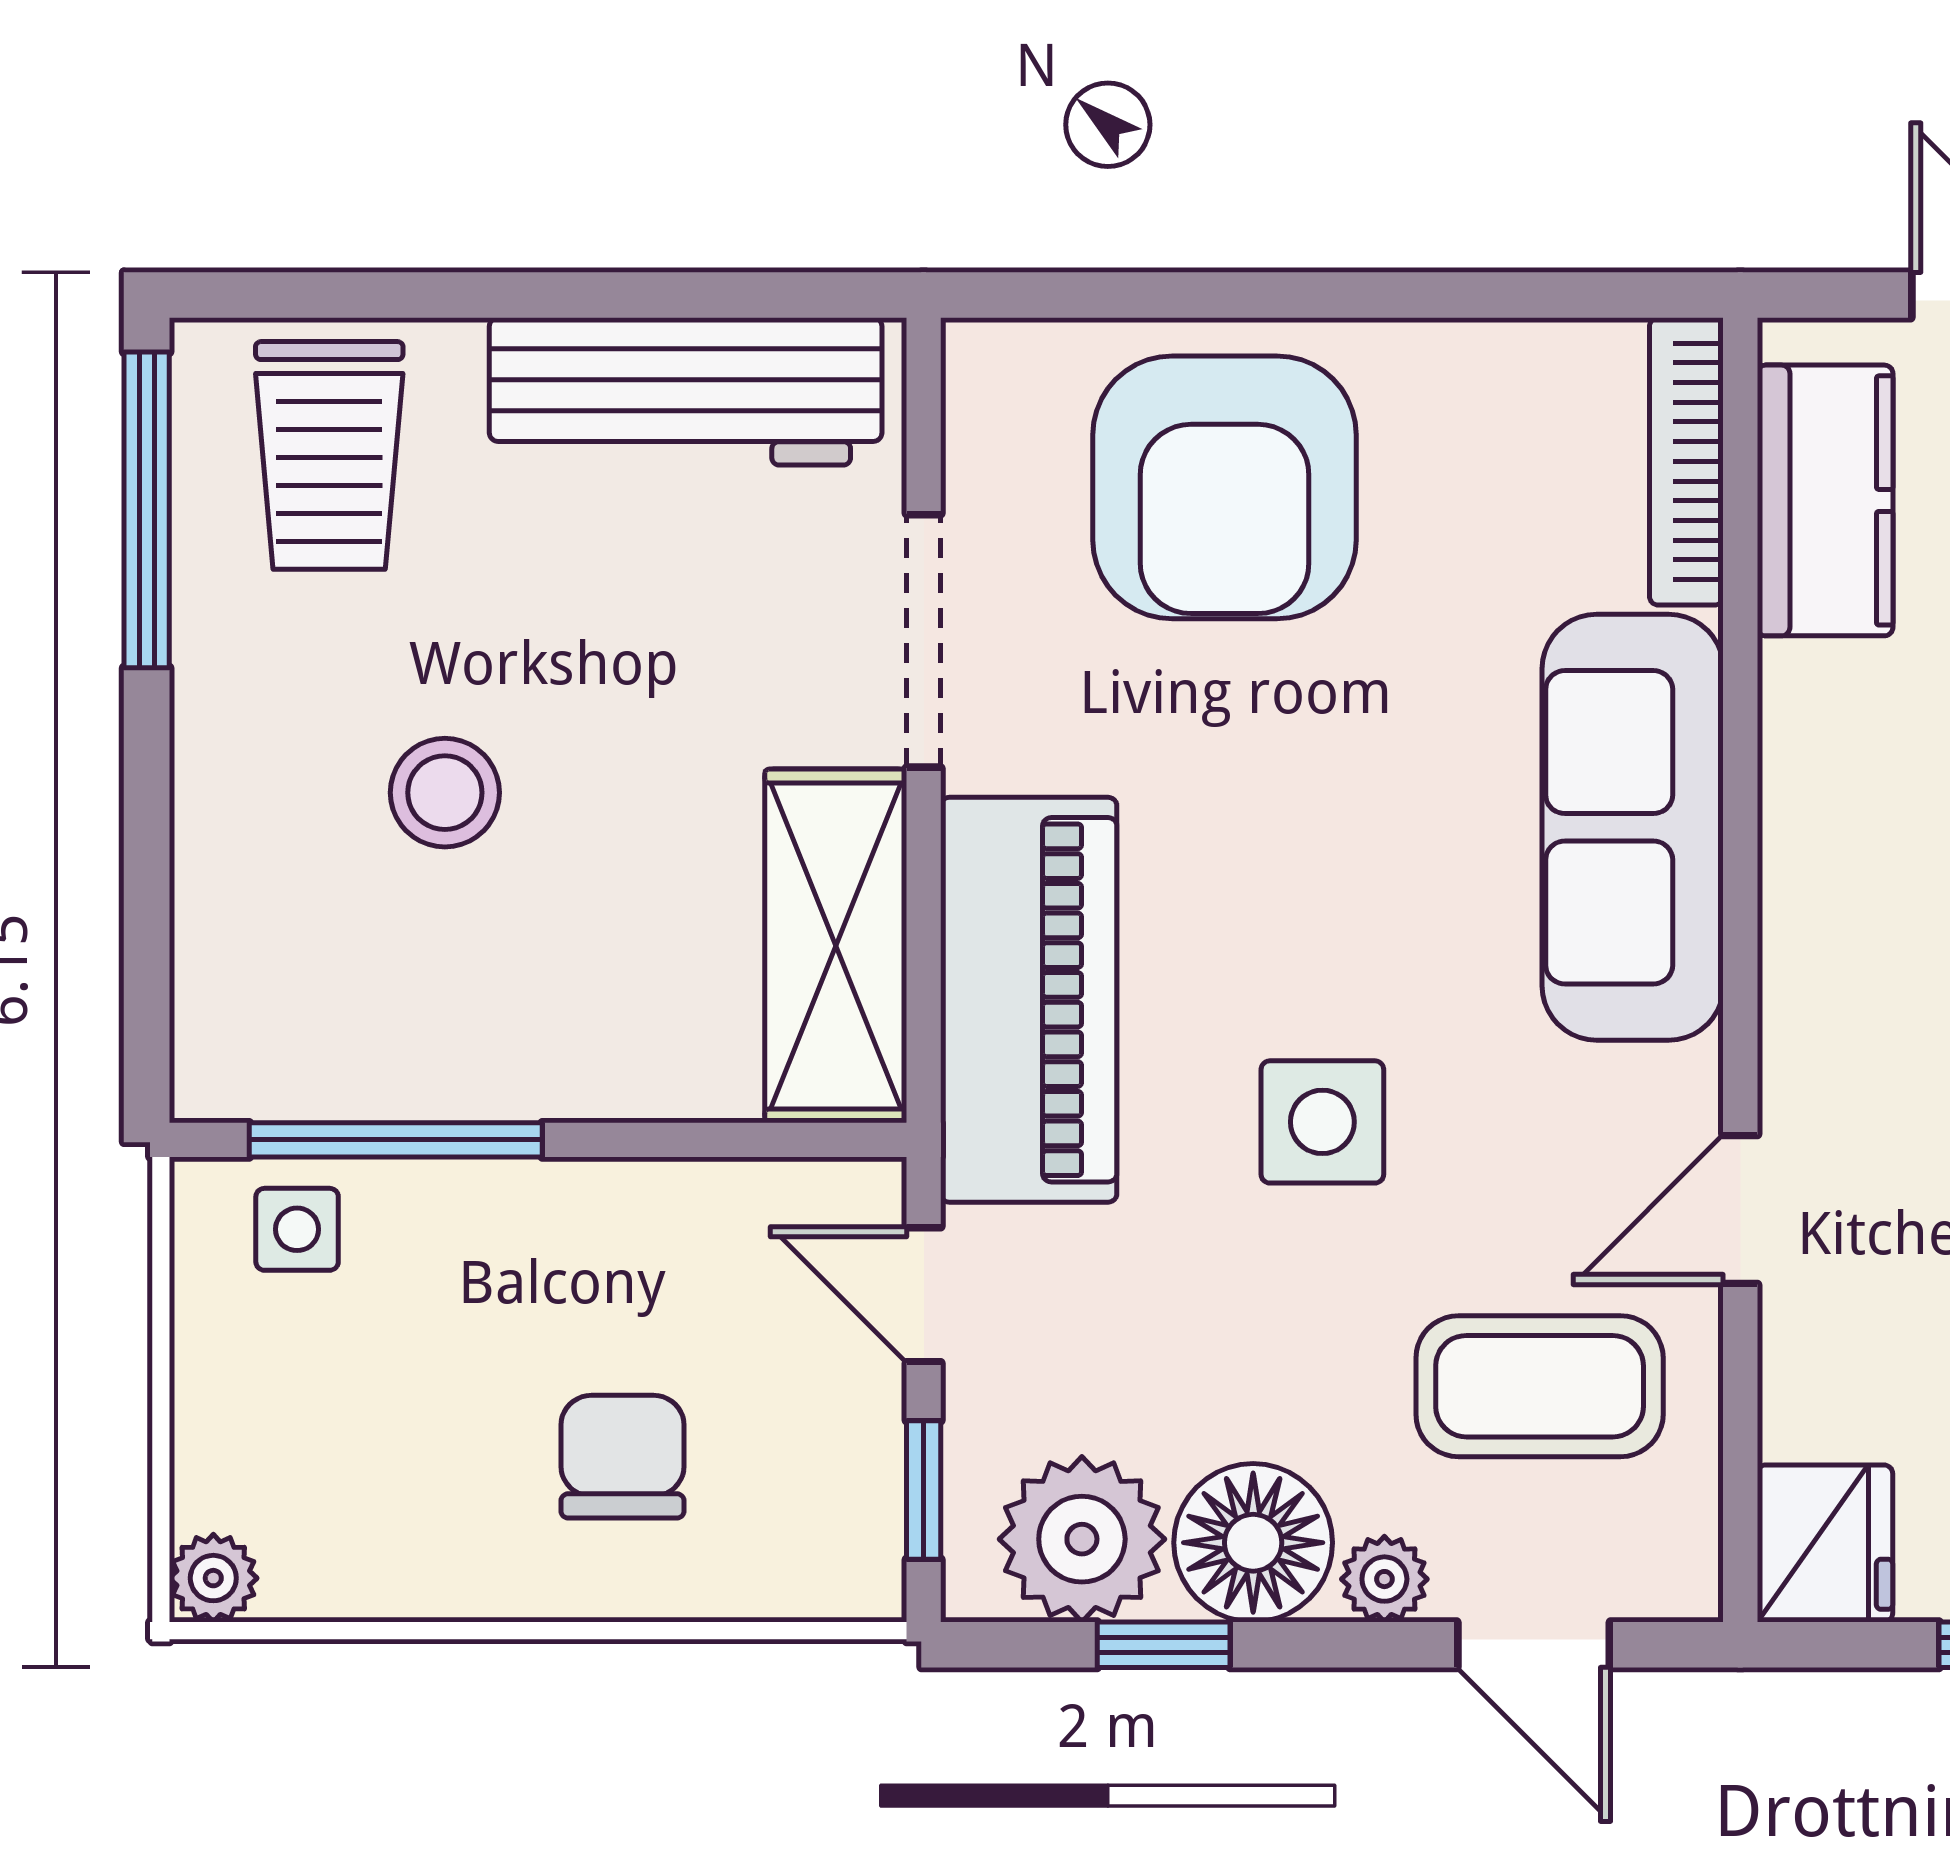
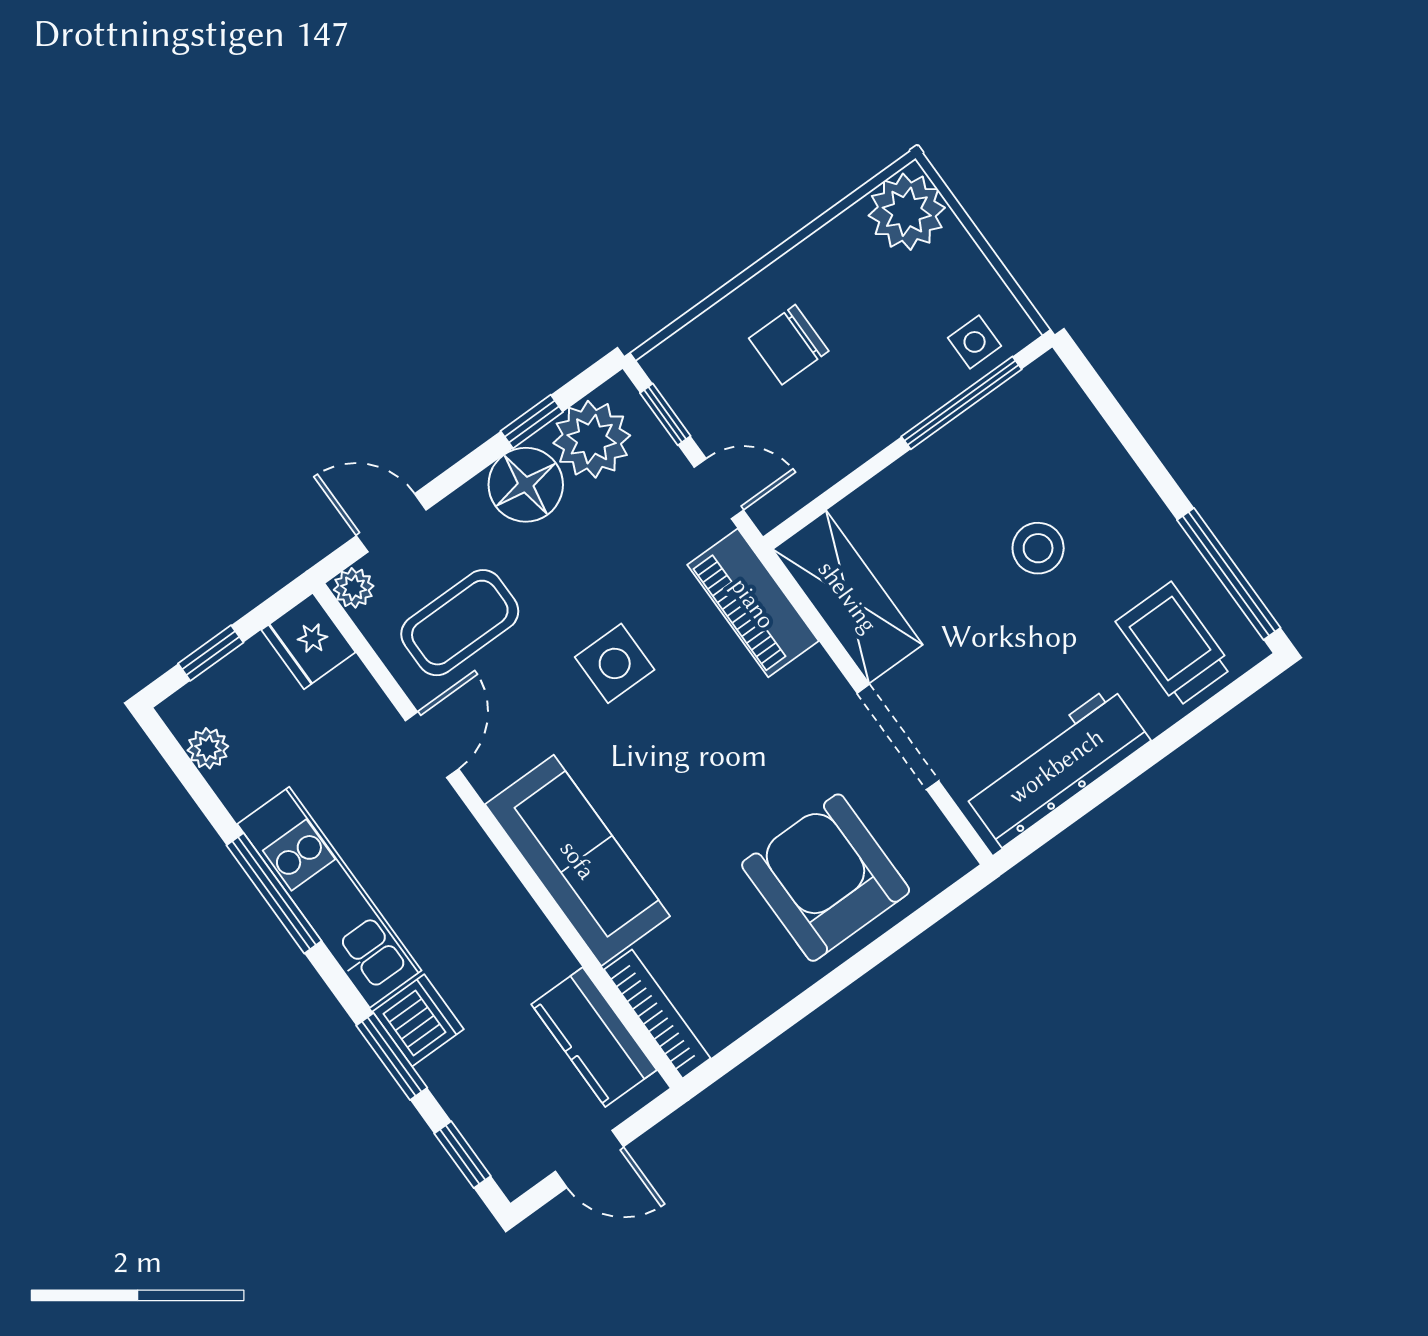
piano: (1029, 1000) -> (753, 603), width x0.73, depth x0.75
chair: (623, 1457) -> (789, 345), turned 90
plant: (213, 1578) -> (907, 212), width x1.87, depth x1.87
plant: (1384, 1579) -> (354, 588), moved

